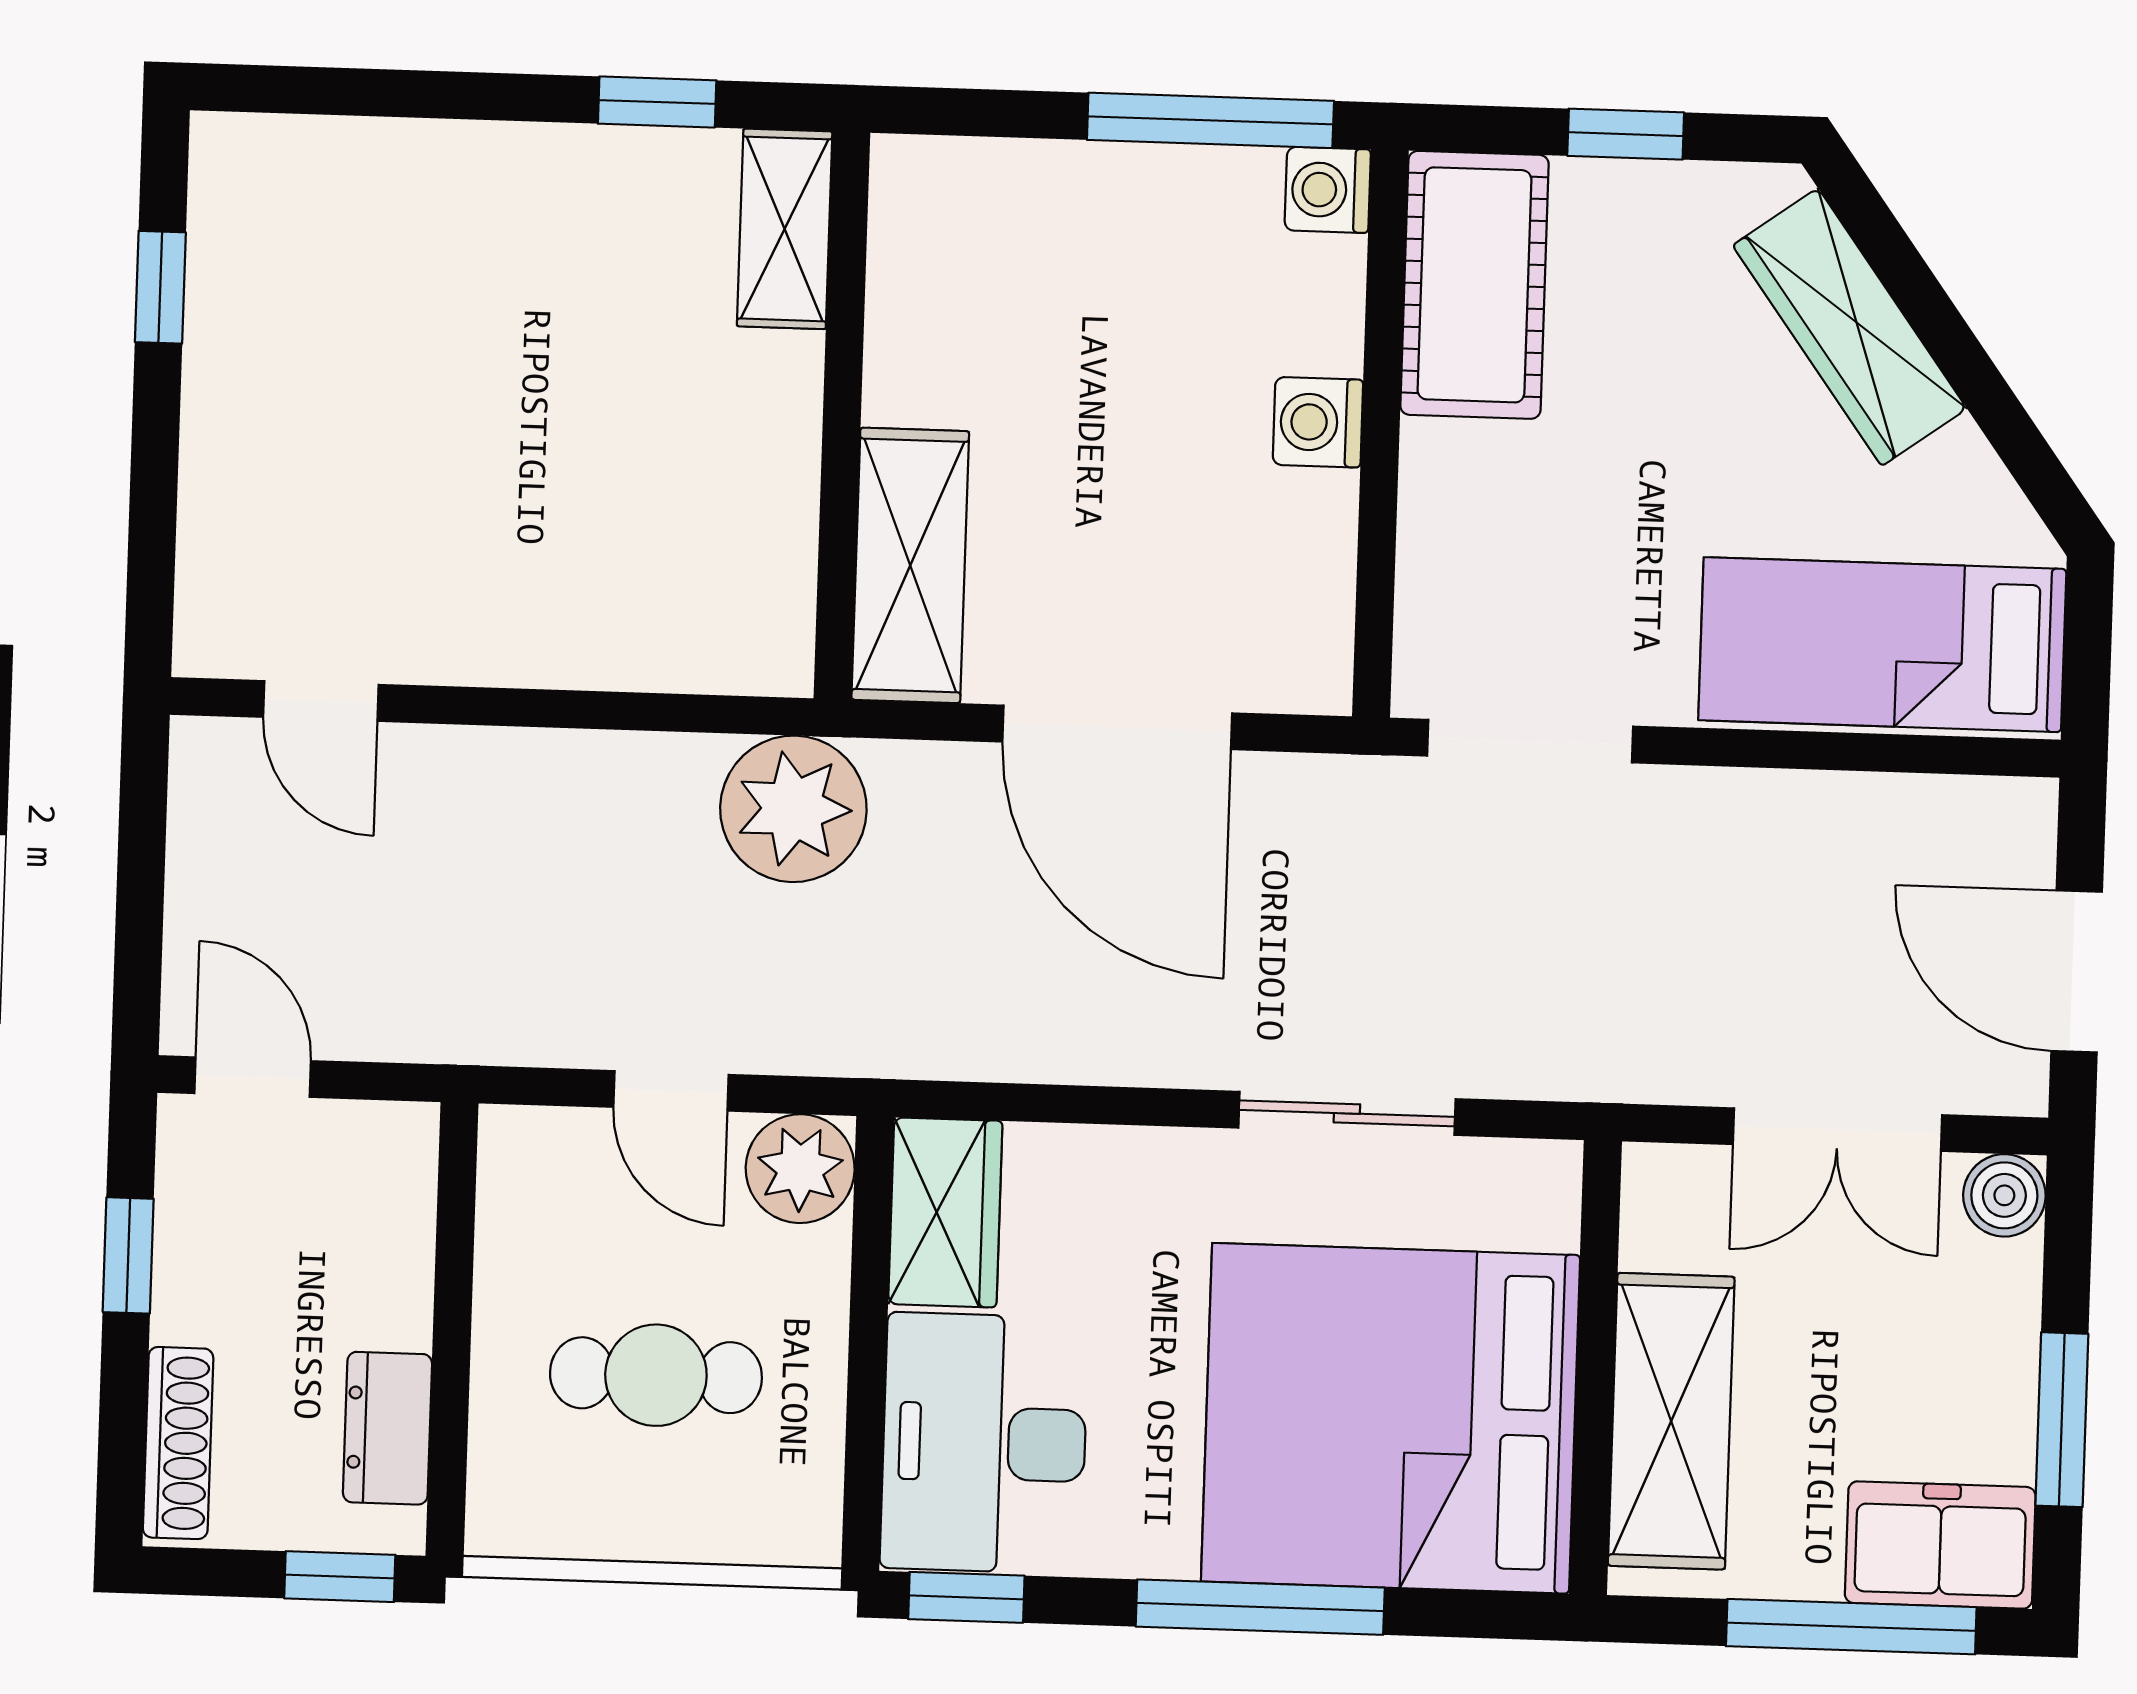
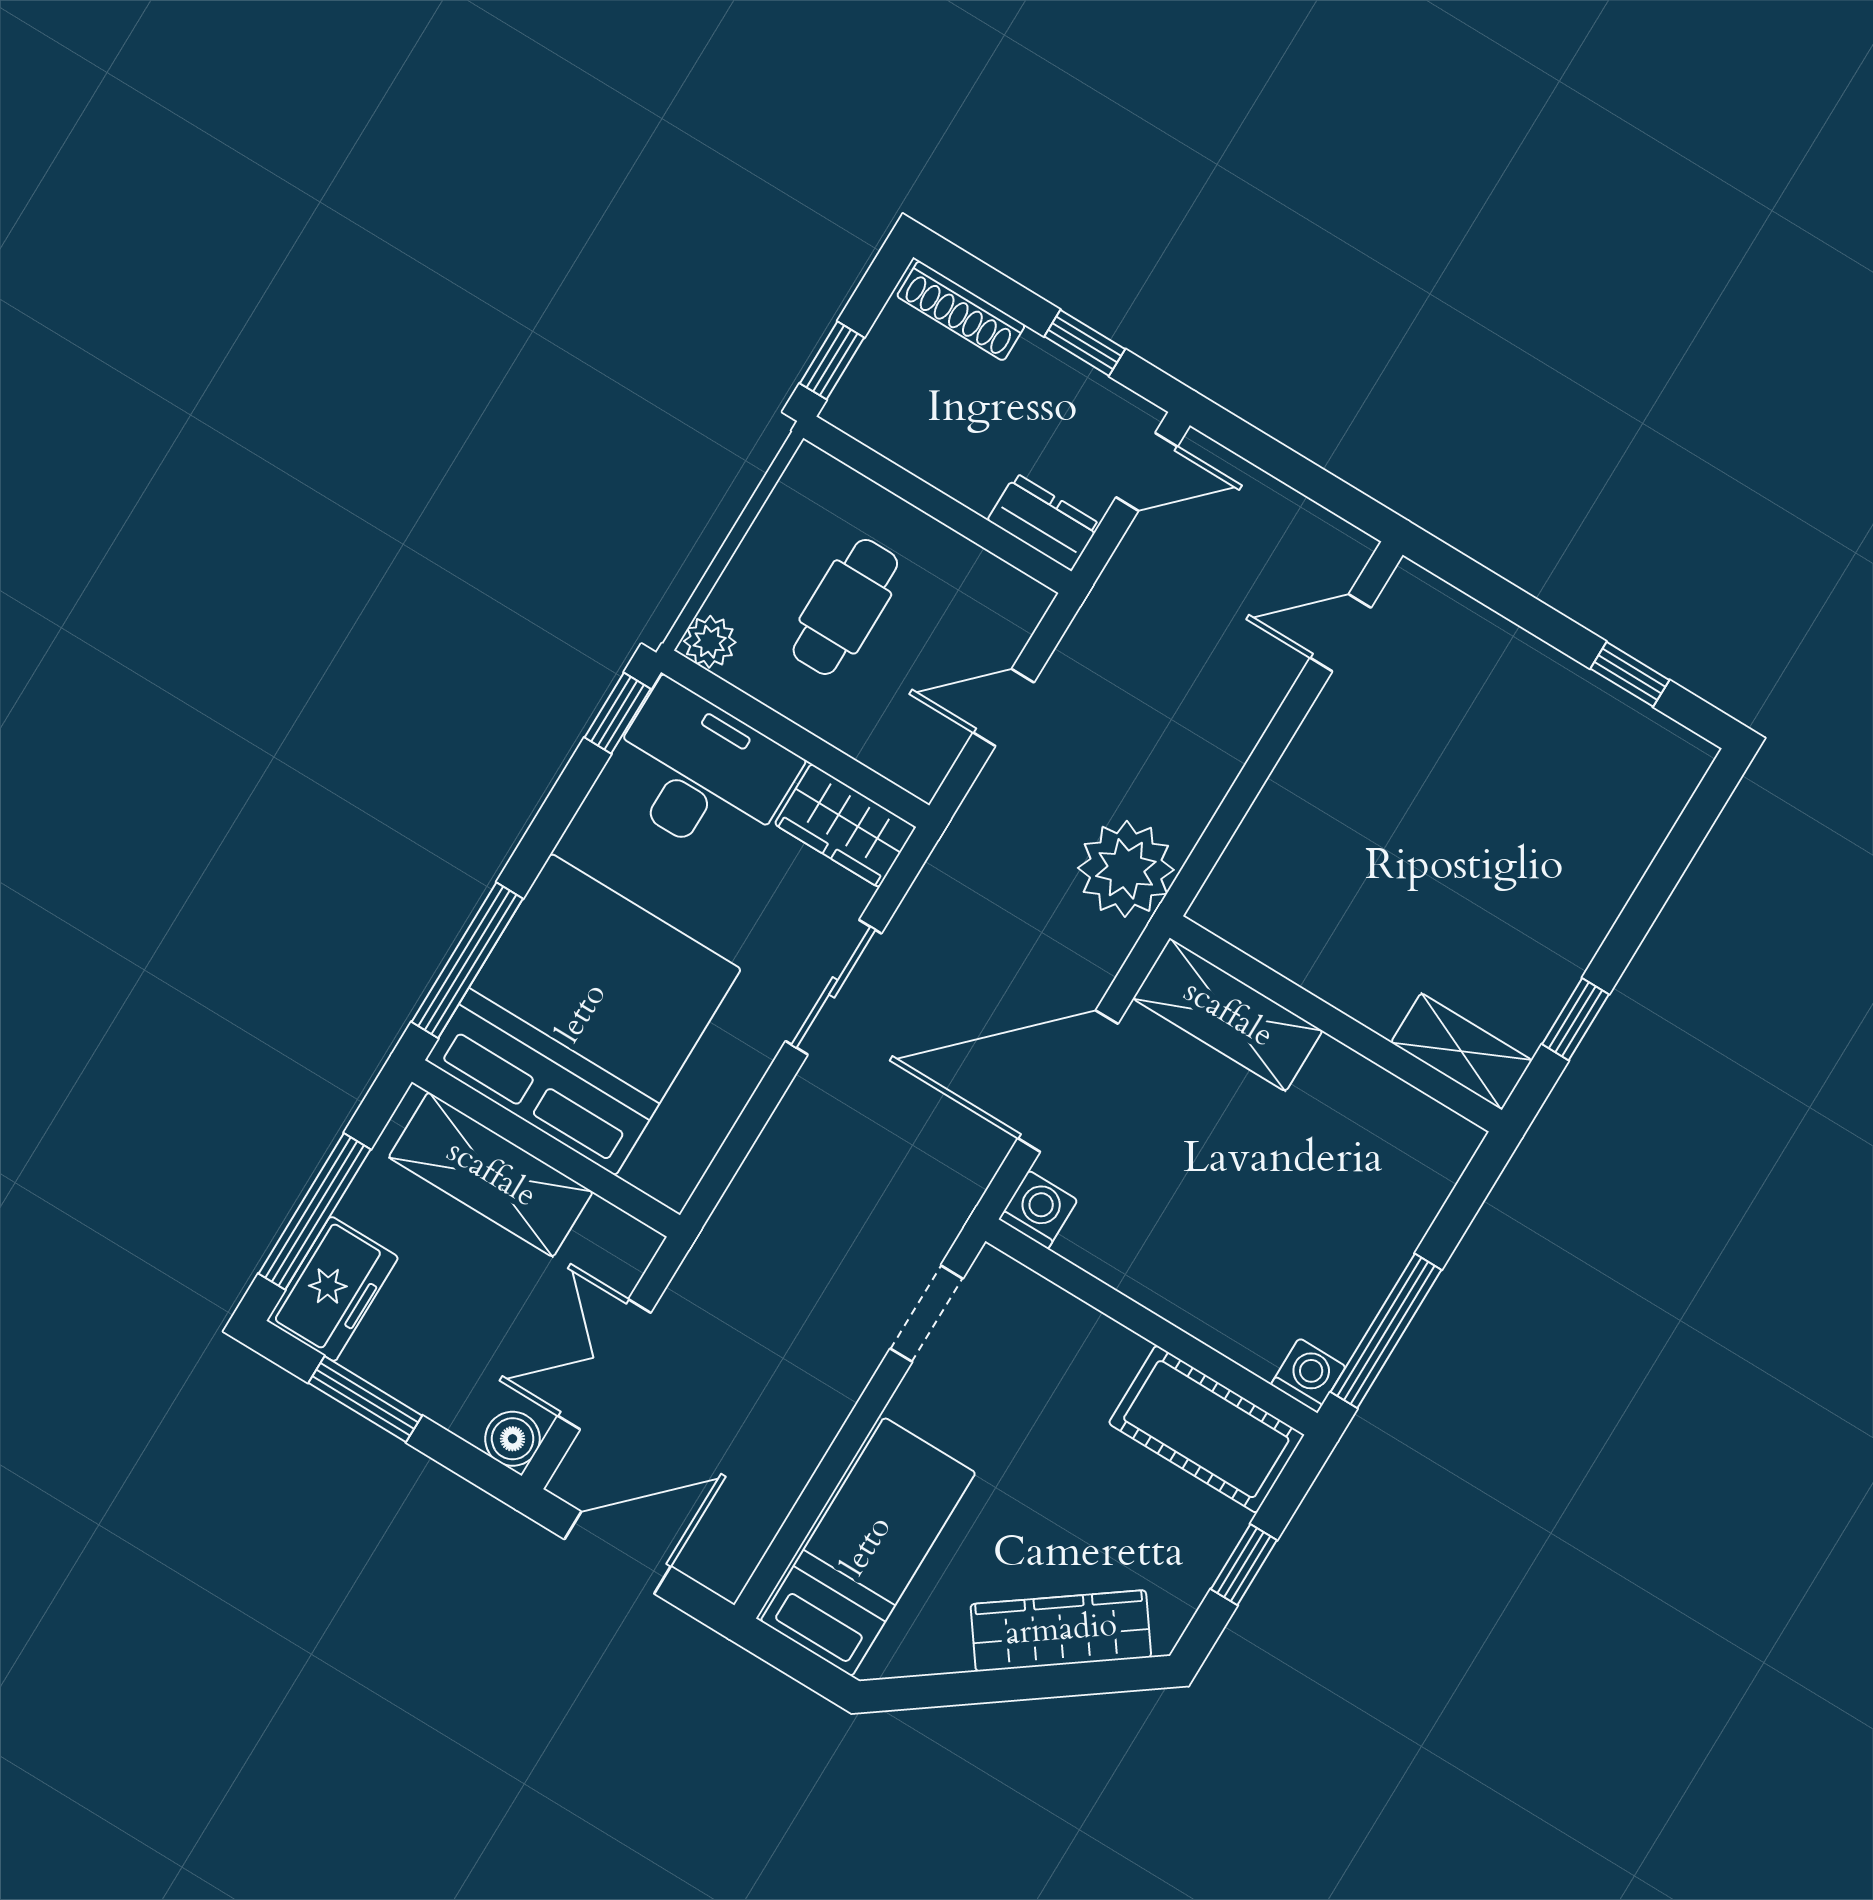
washing machine: (1318, 422) -> (1038, 1210), moved
doorway: (1530, 741) -> (927, 1314), width x0.73
sliding door: (1347, 1113) -> (833, 987), moved
plant: (800, 1169) -> (710, 642), moved, width x0.73, depth x0.73
dresser: (388, 1428) -> (1044, 522), moved
window: (1260, 1607) -> (467, 960), moved

